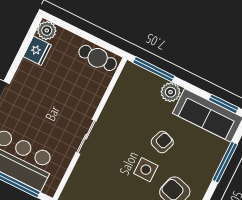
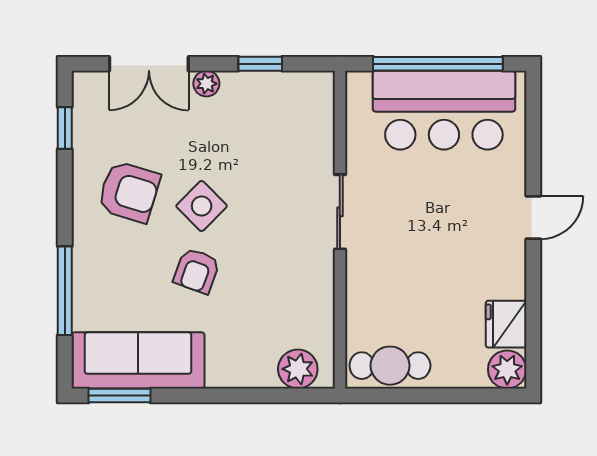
window: (154, 69) -> (278, 395), removed
plant: (170, 92) -> (298, 369), moved
side table: (146, 170) -> (202, 206), turned 45

